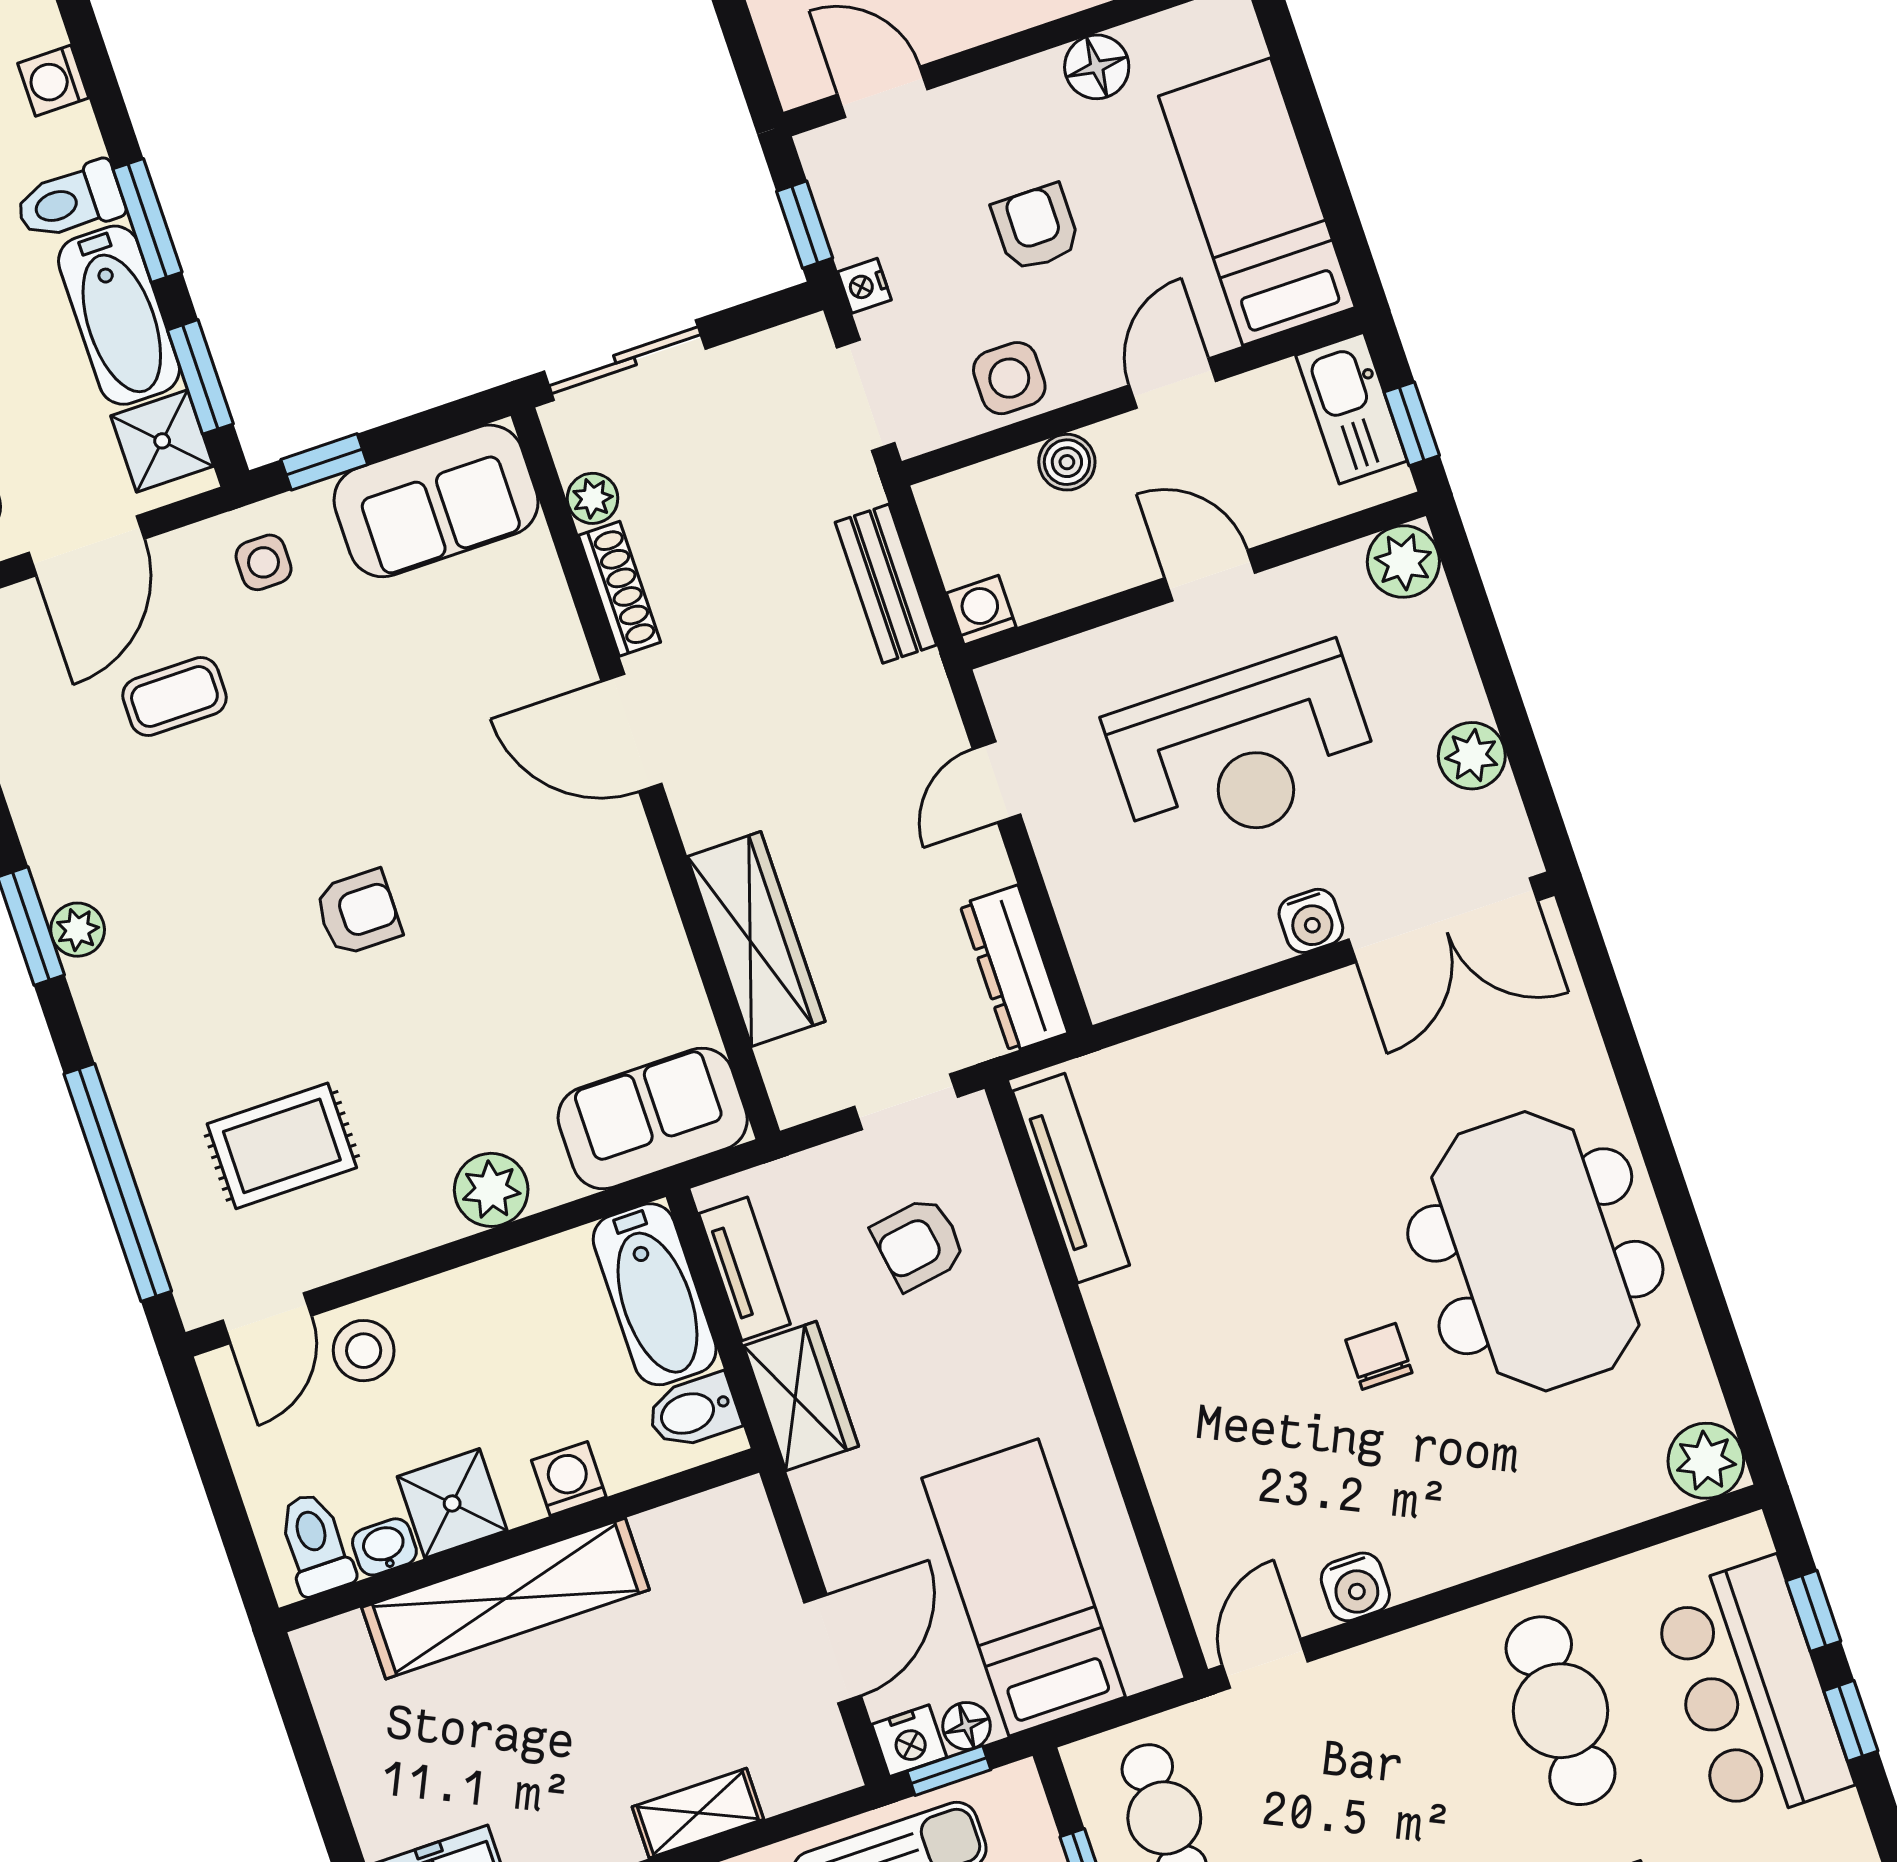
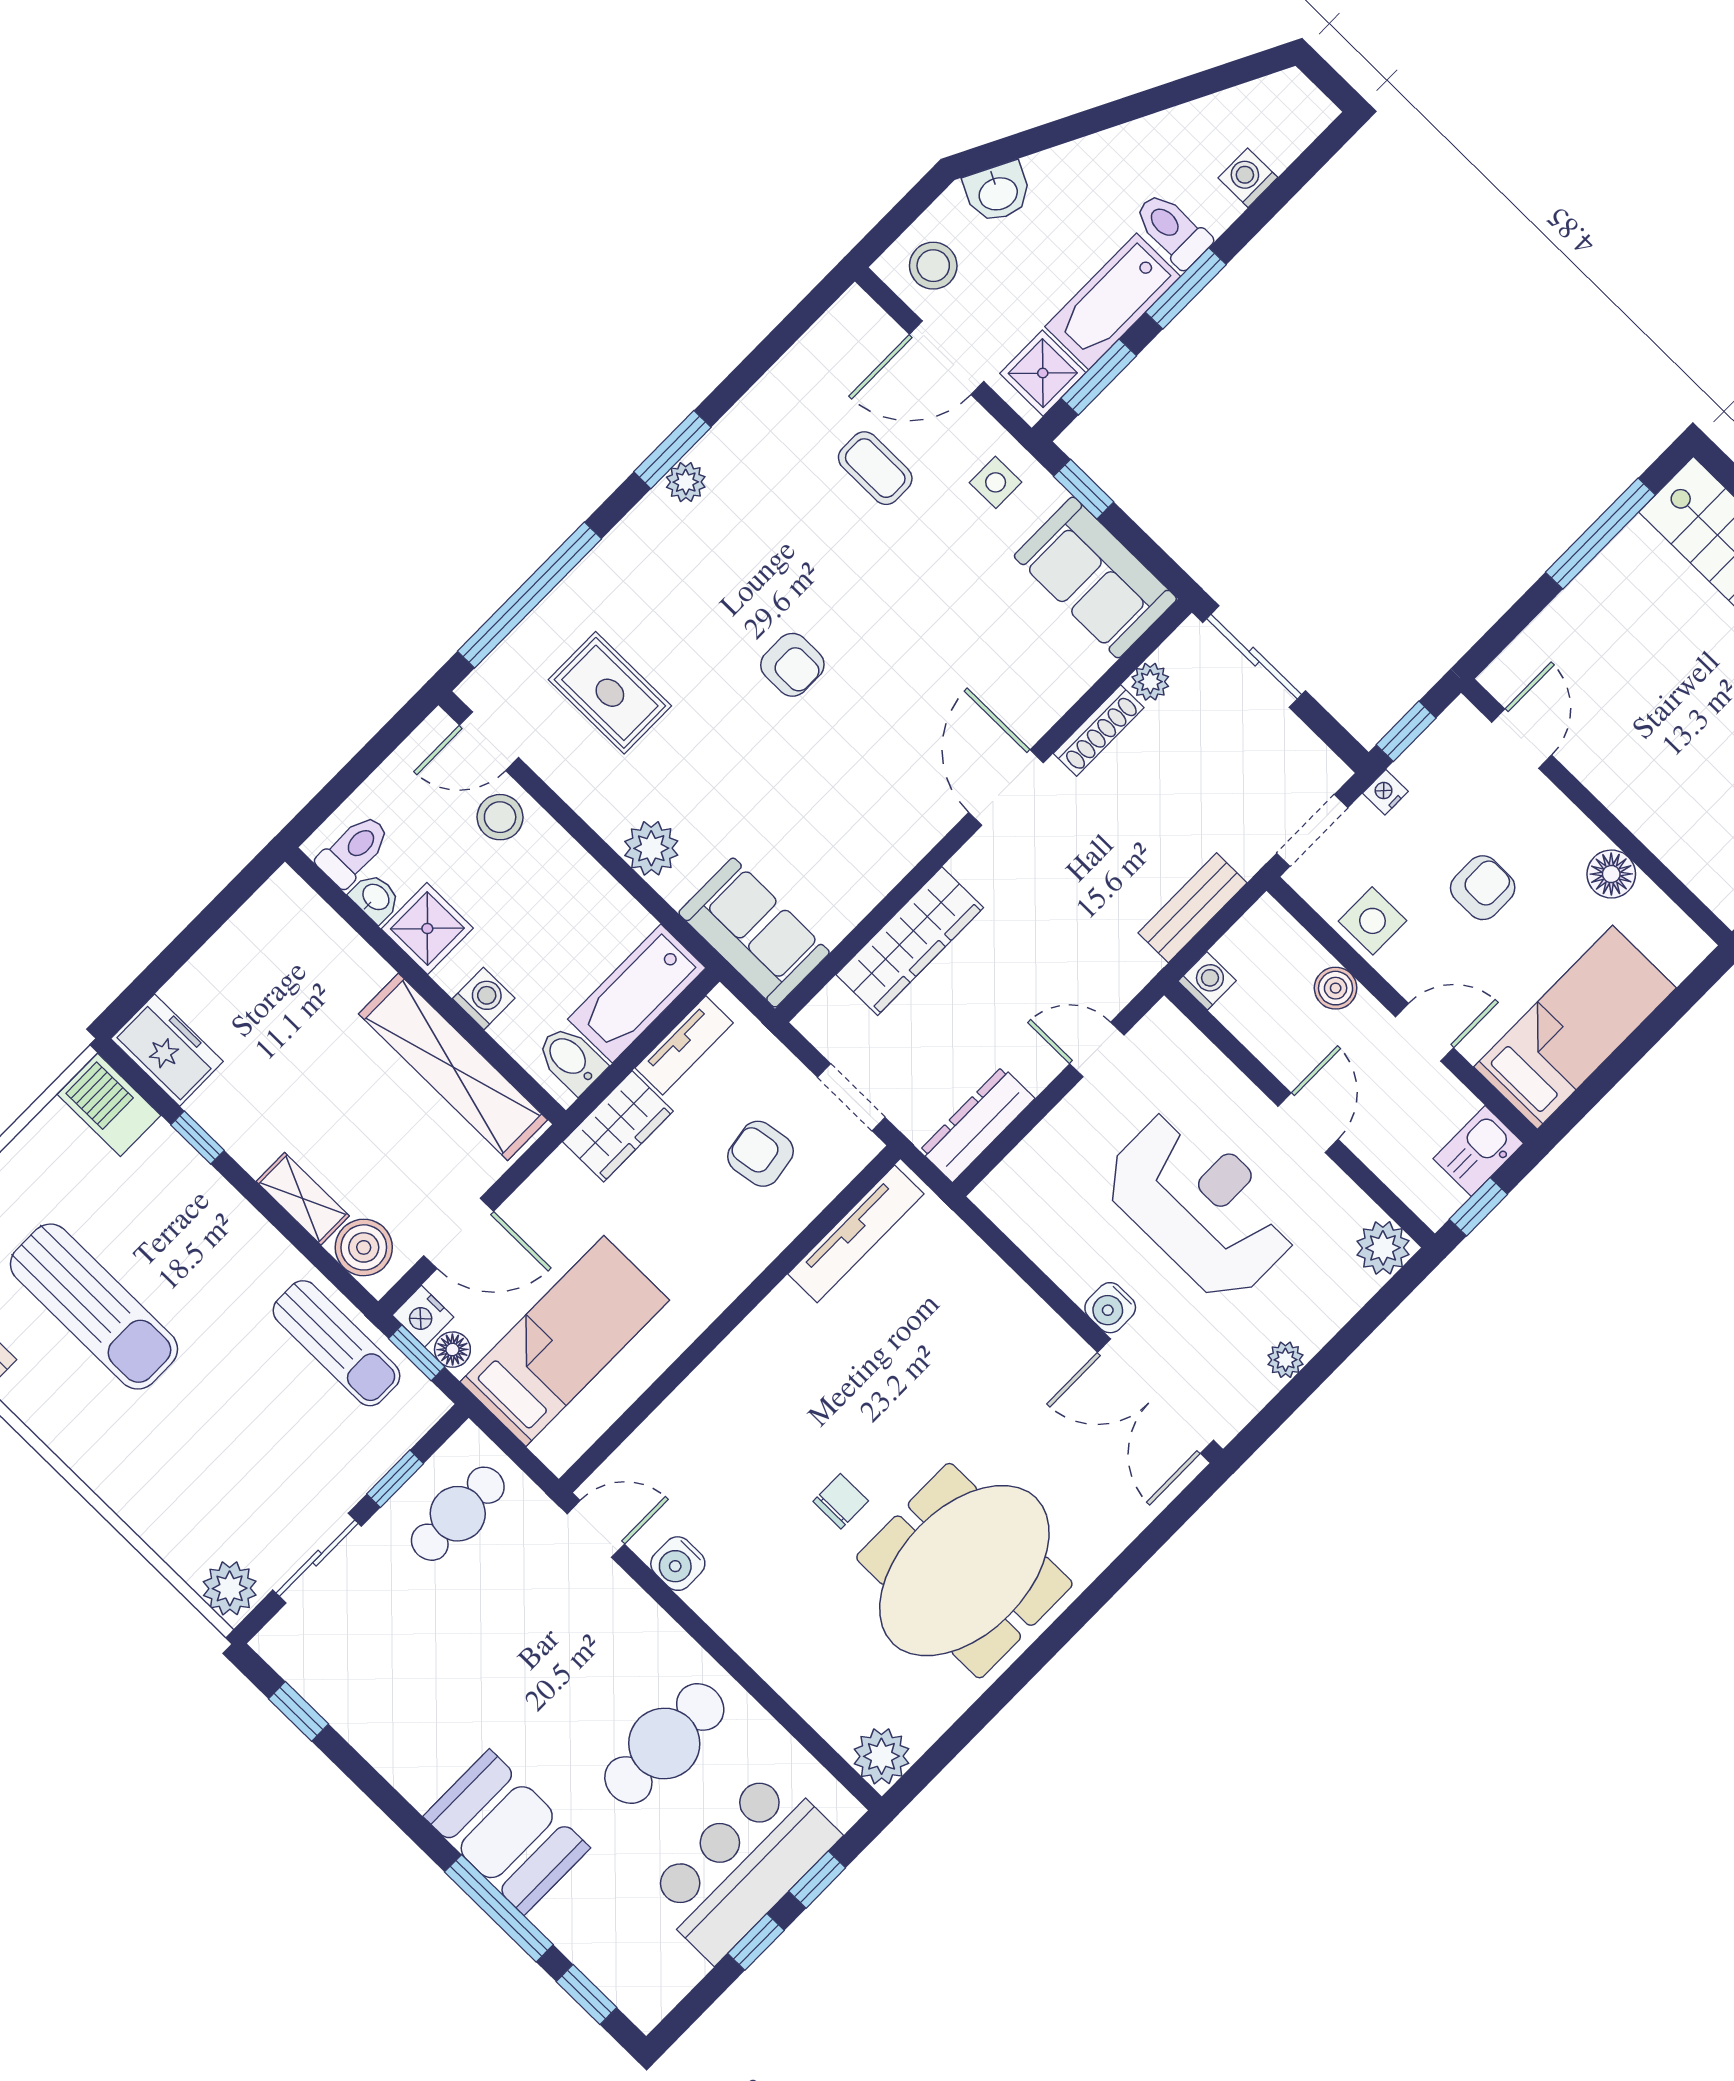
kitchen sink: (1351, 408) -> (1478, 1151), width x0.73
reception desk: (1243, 752) -> (1201, 1205), turned 180
plant: (1472, 756) -> (1285, 1360), width x0.73, depth x0.73
shelving: (506, 1599) -> (453, 1067), moved
boiler: (792, 1770) -> (364, 1247), added

